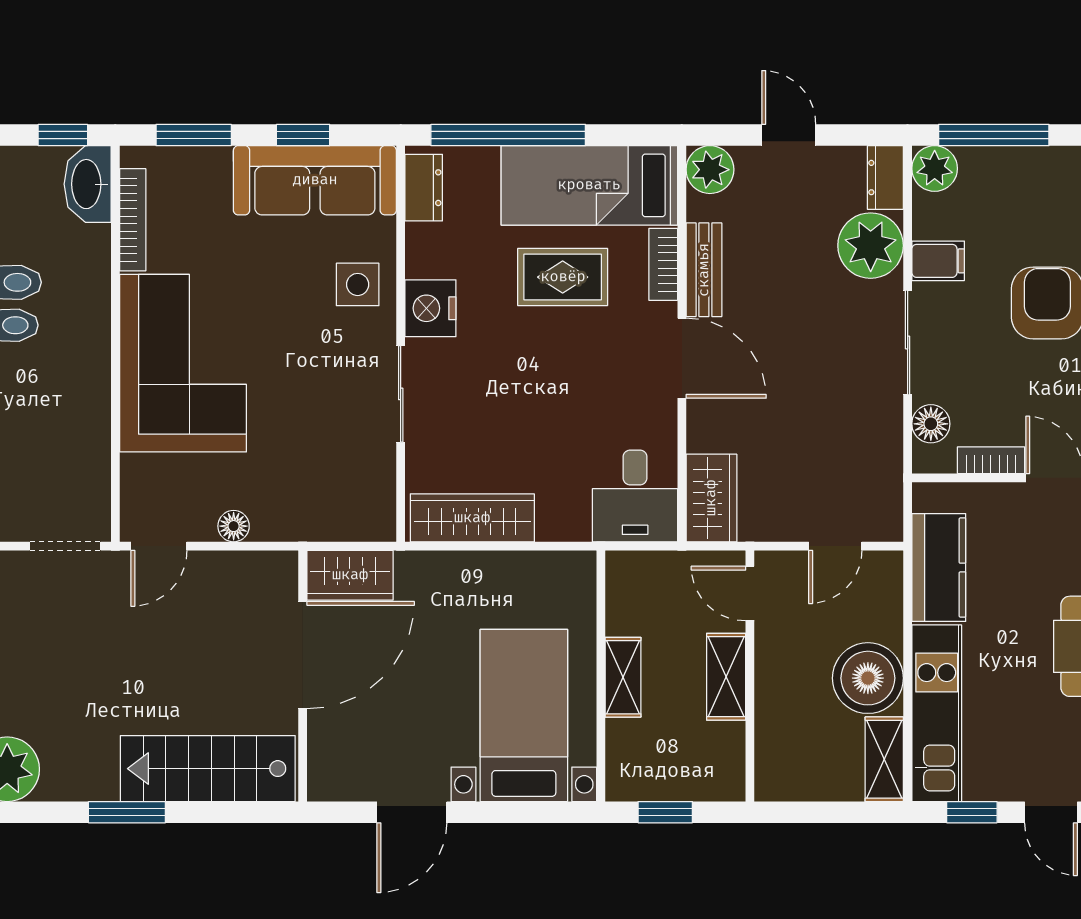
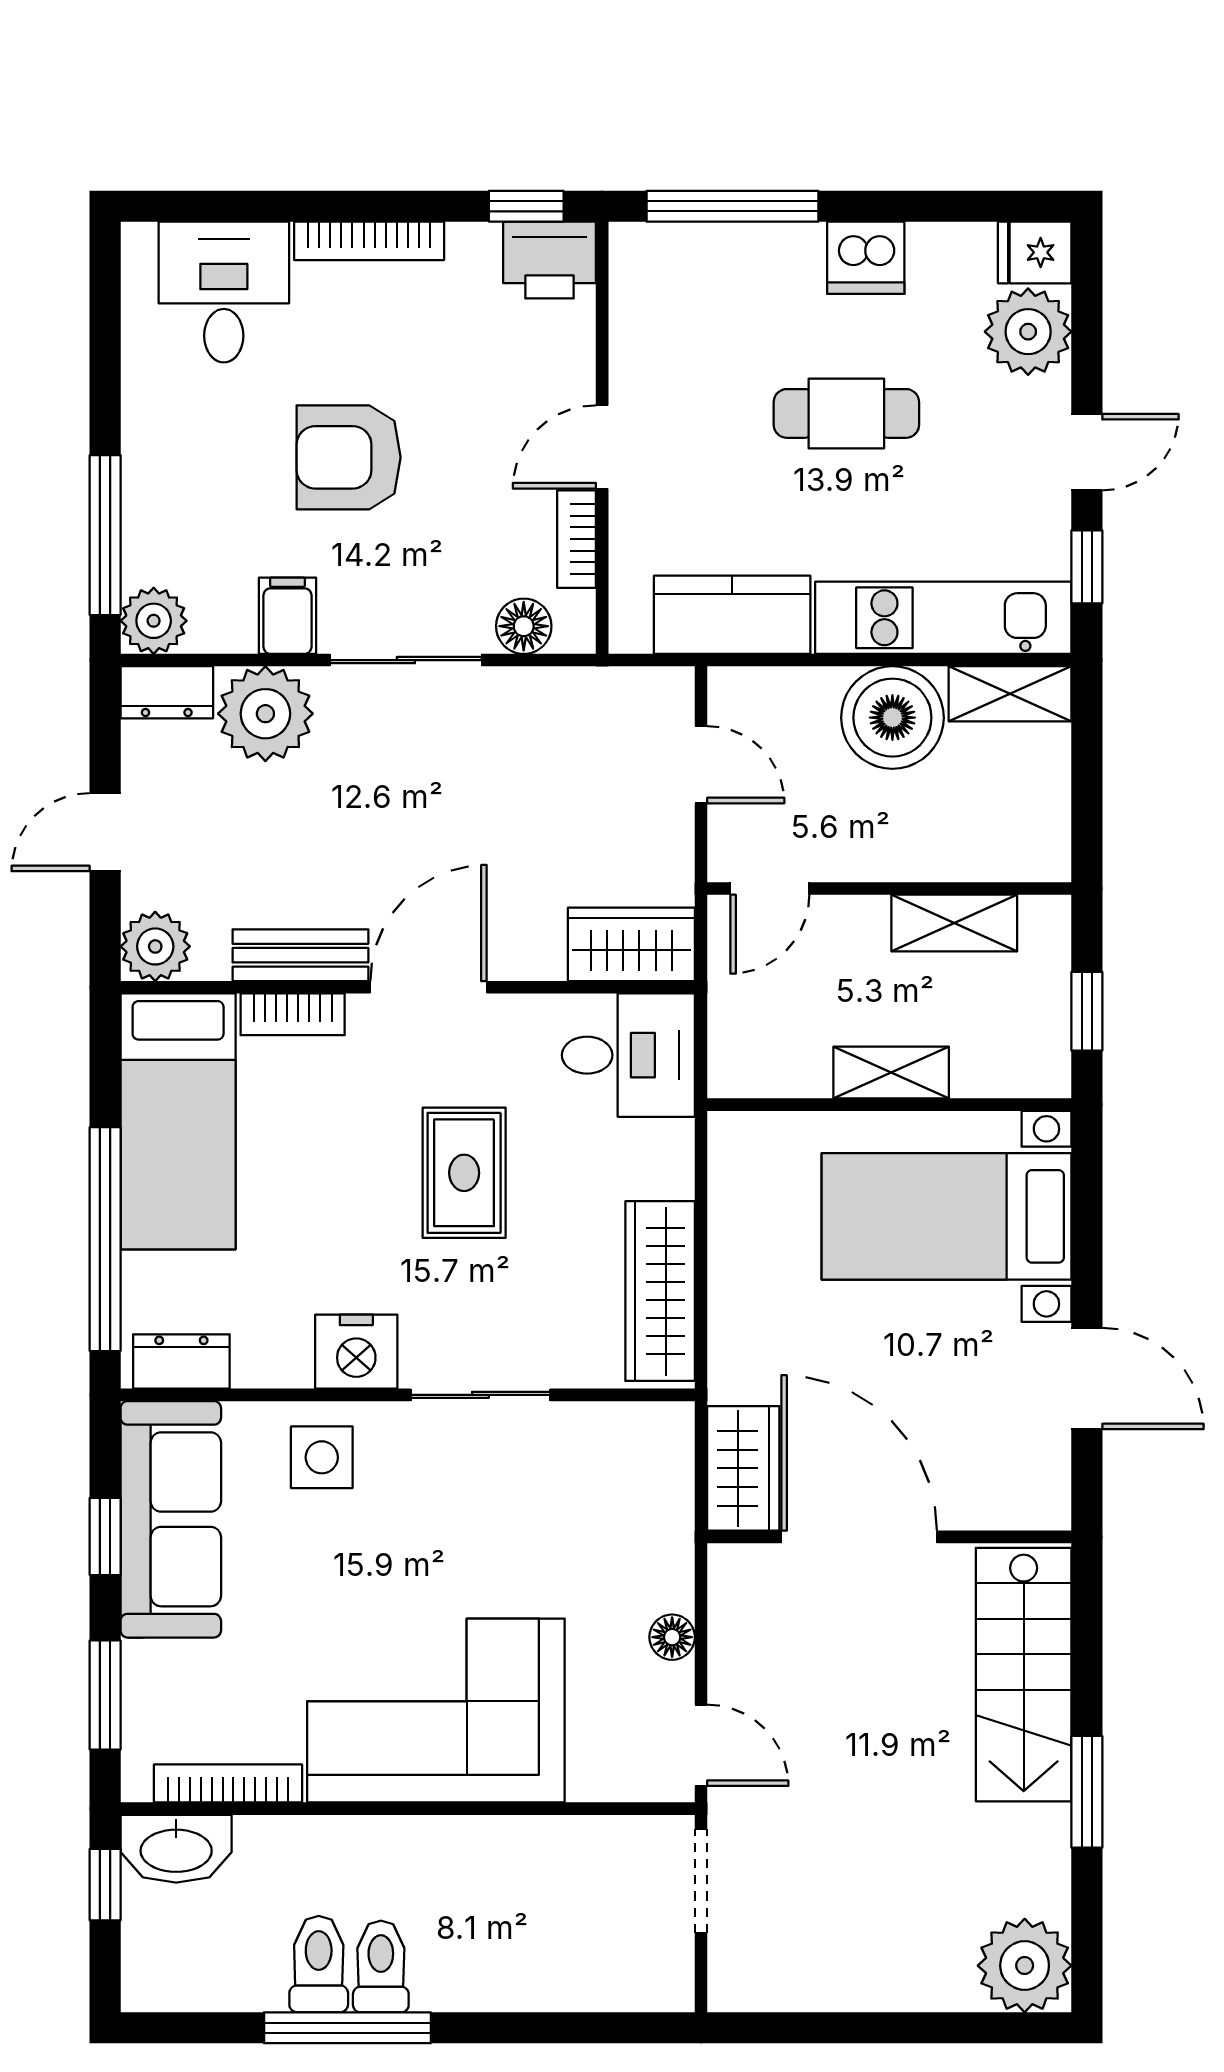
rug: (563, 277) -> (464, 1173), moved
shelving: (726, 677) -> (954, 923), moved

